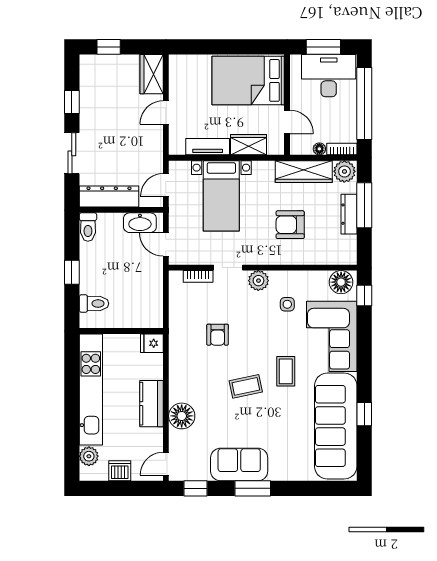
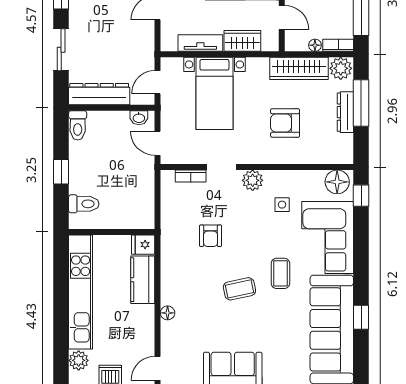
washbasin: (140, 223) -> (139, 118), width x0.52, depth x0.69
kitchen counter: (151, 404) -> (143, 280), moved
floor lamp: (182, 416) -> (168, 313), width x0.53, depth x0.53

